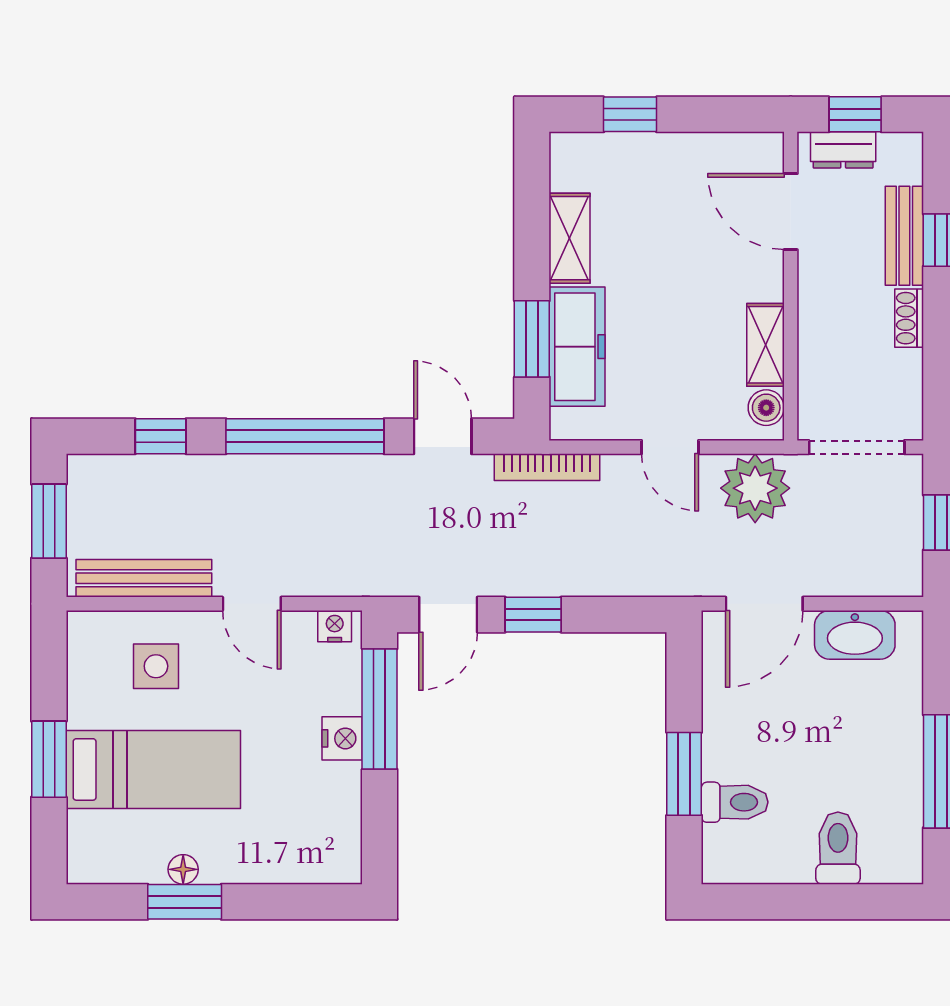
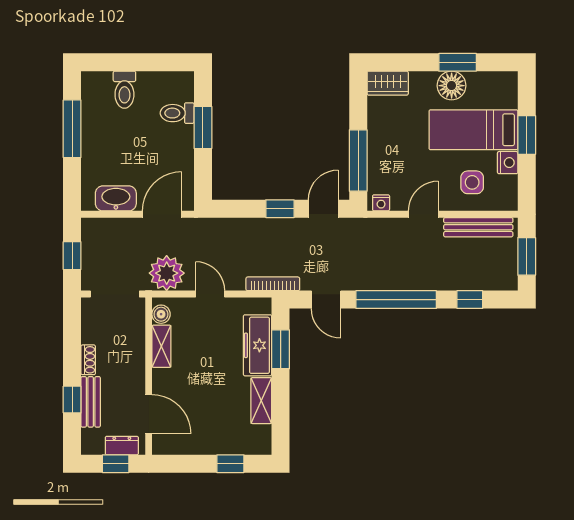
door: (252, 604) -> (423, 214), hinge flipped
nightstand: (342, 738) -> (508, 163), moved, turned 180
wardrobe: (322, 861) -> (388, 83), added
floor lamp: (183, 869) -> (452, 86), width x1.89, depth x1.89

